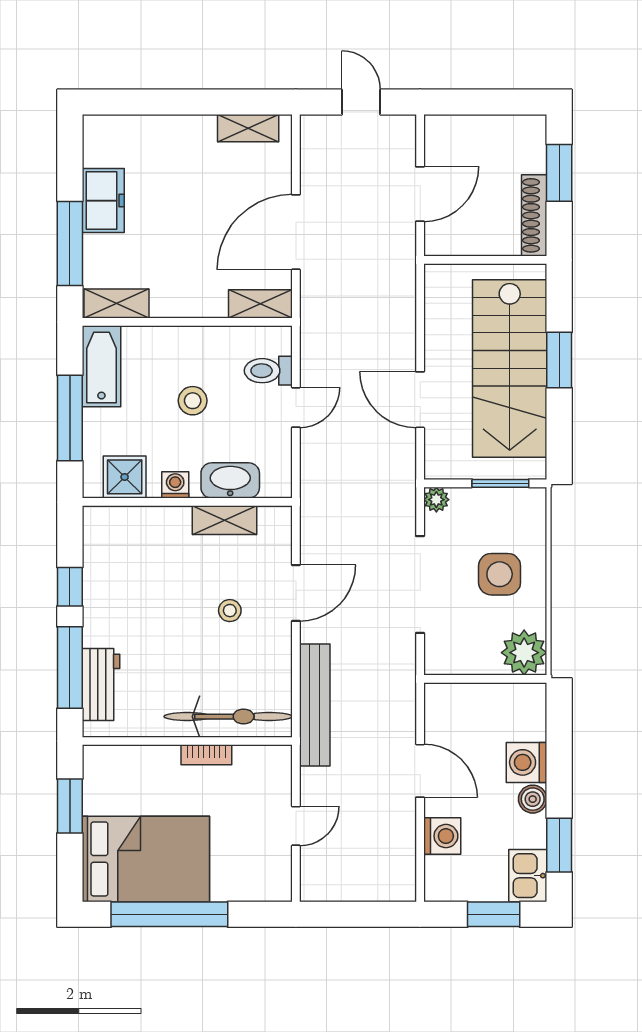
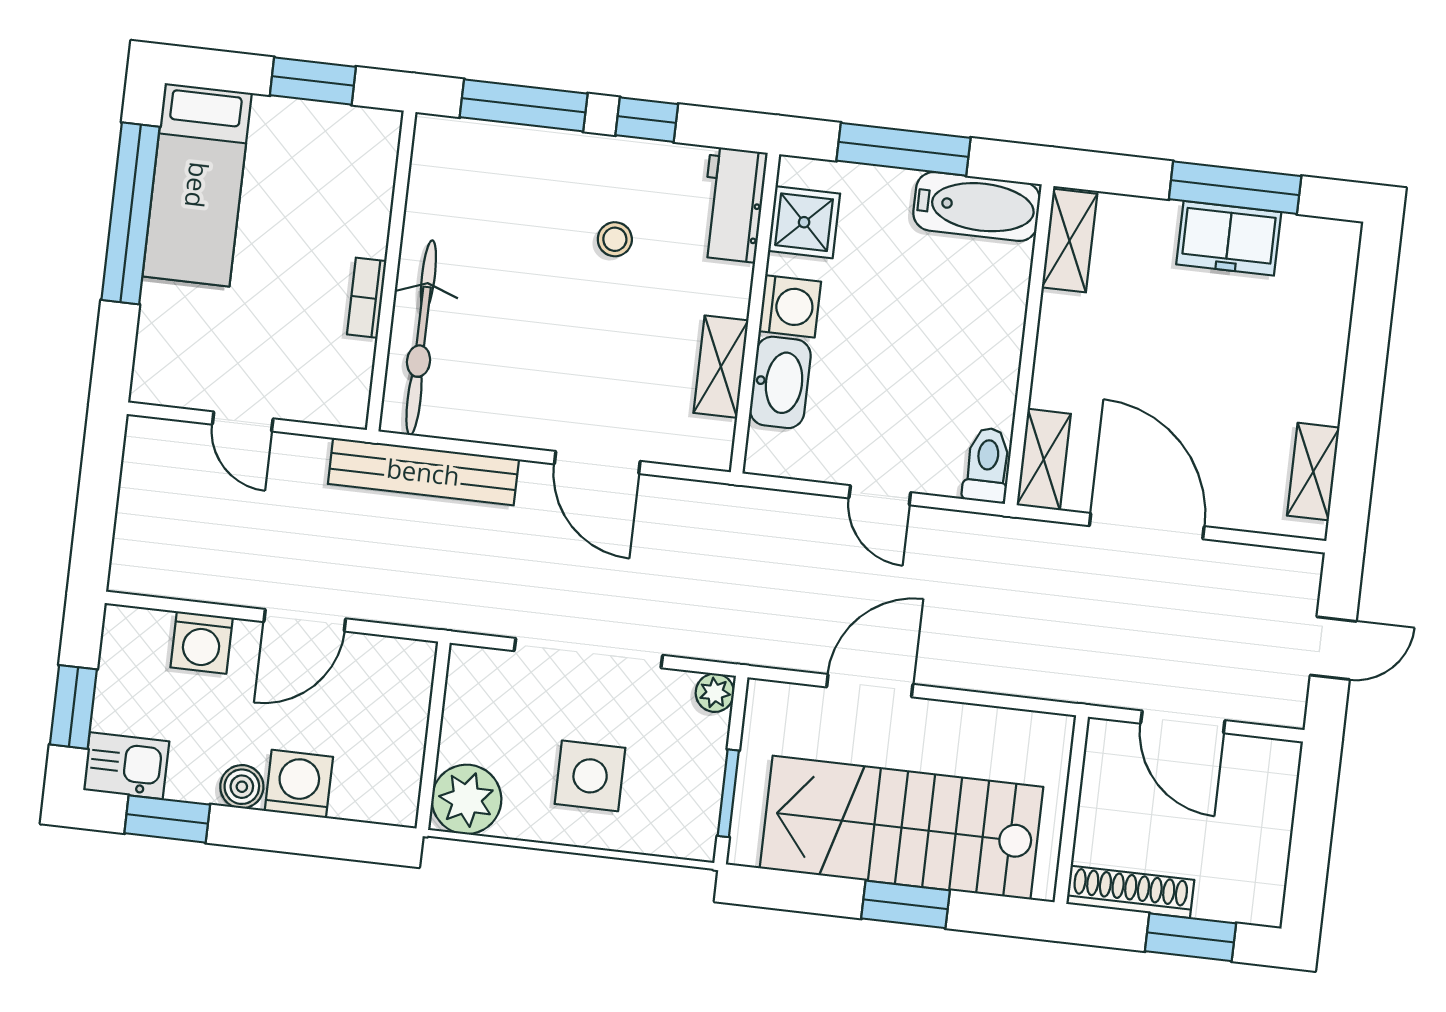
window: (70, 244) -> (1235, 188), moved
toilet: (268, 371) -> (987, 465), moved
stool: (193, 401) -> (908, 339), removed
washing machine: (175, 485) -> (790, 306), width x1.38, depth x1.38
stool: (230, 611) -> (615, 239), moved
workbench: (101, 684) -> (733, 205), moved, turned 90
bed: (146, 859) -> (197, 185), width x0.67

